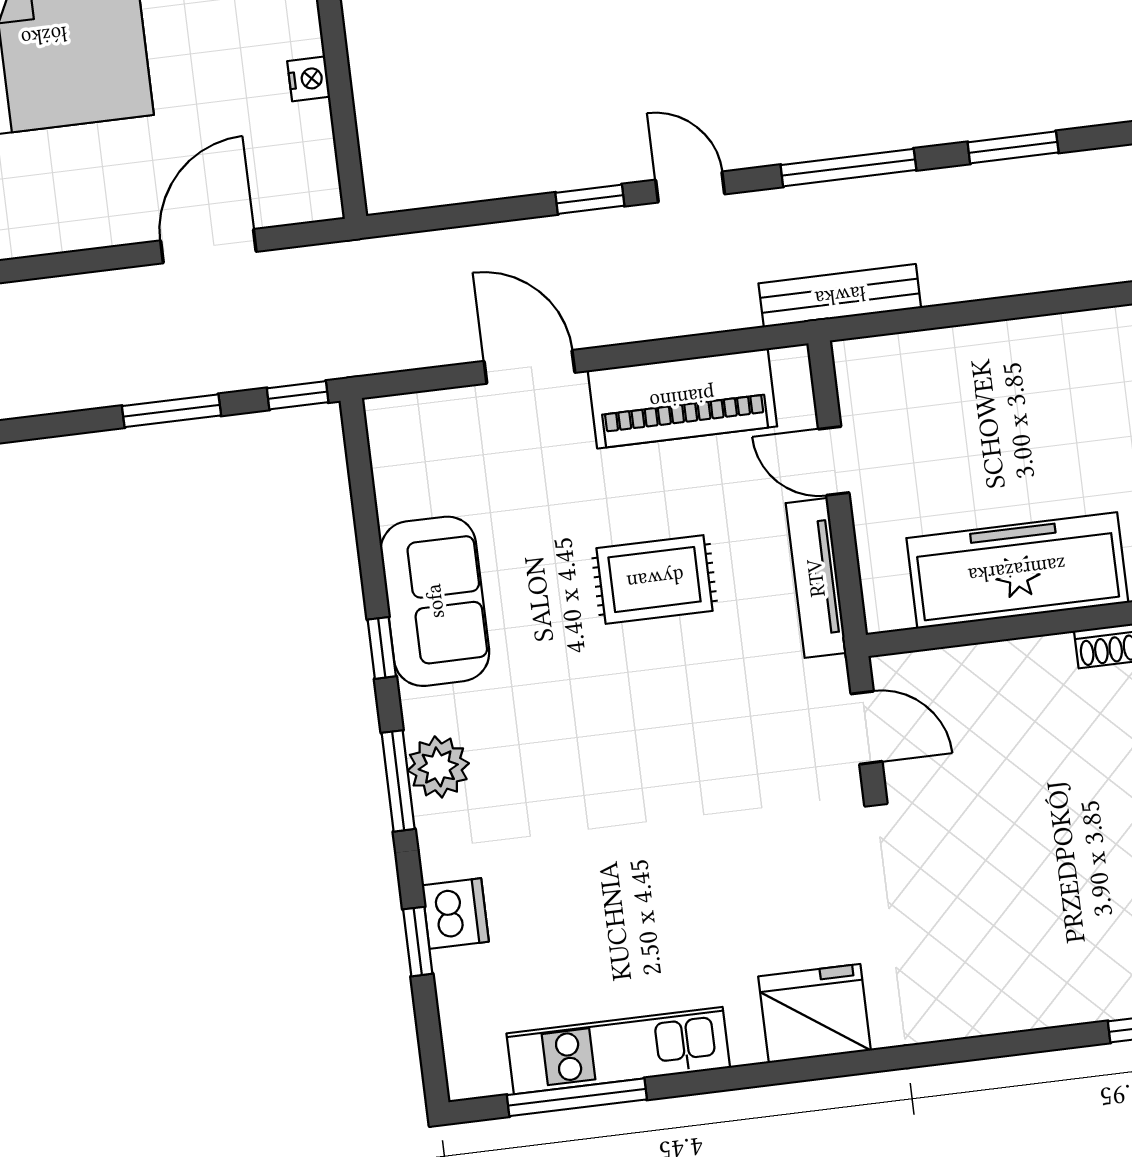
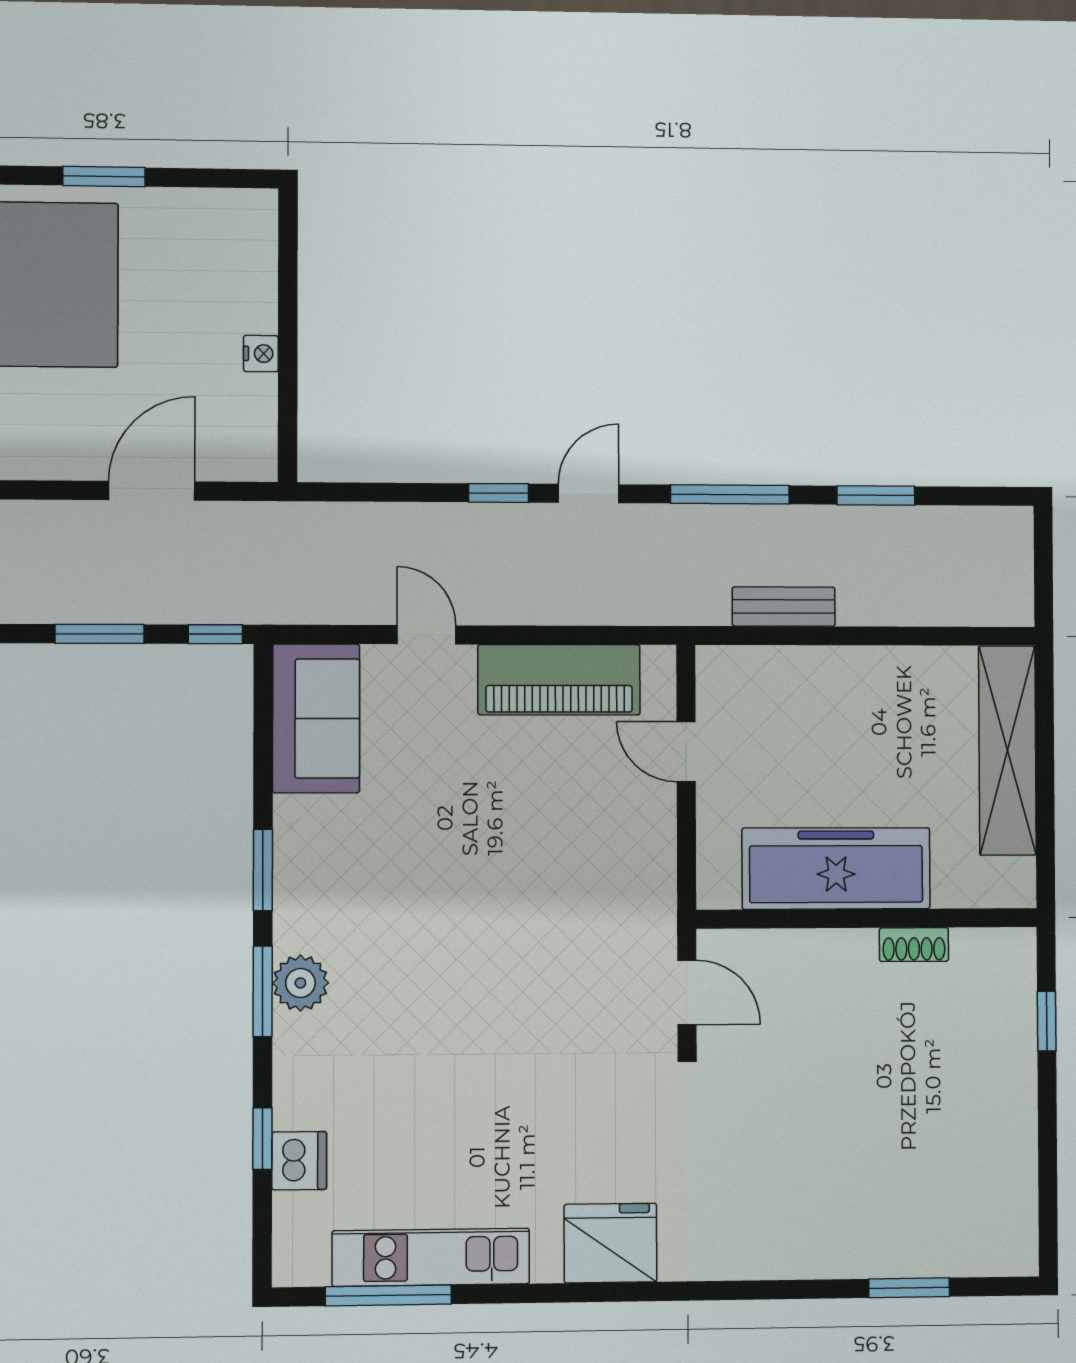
door: (690, 187) -> (589, 494), hinge flipped
bench: (840, 296) -> (784, 607), moved, width x0.73
door: (529, 367) -> (426, 635), width x0.73
tv unit: (816, 578) -> (658, 854), removed
rug: (655, 579) -> (515, 838), removed
sofa: (435, 601) -> (316, 718), moved
window: (382, 648) -> (263, 870), width x1.50
dishwasher: (455, 914) -> (299, 1161), moved

